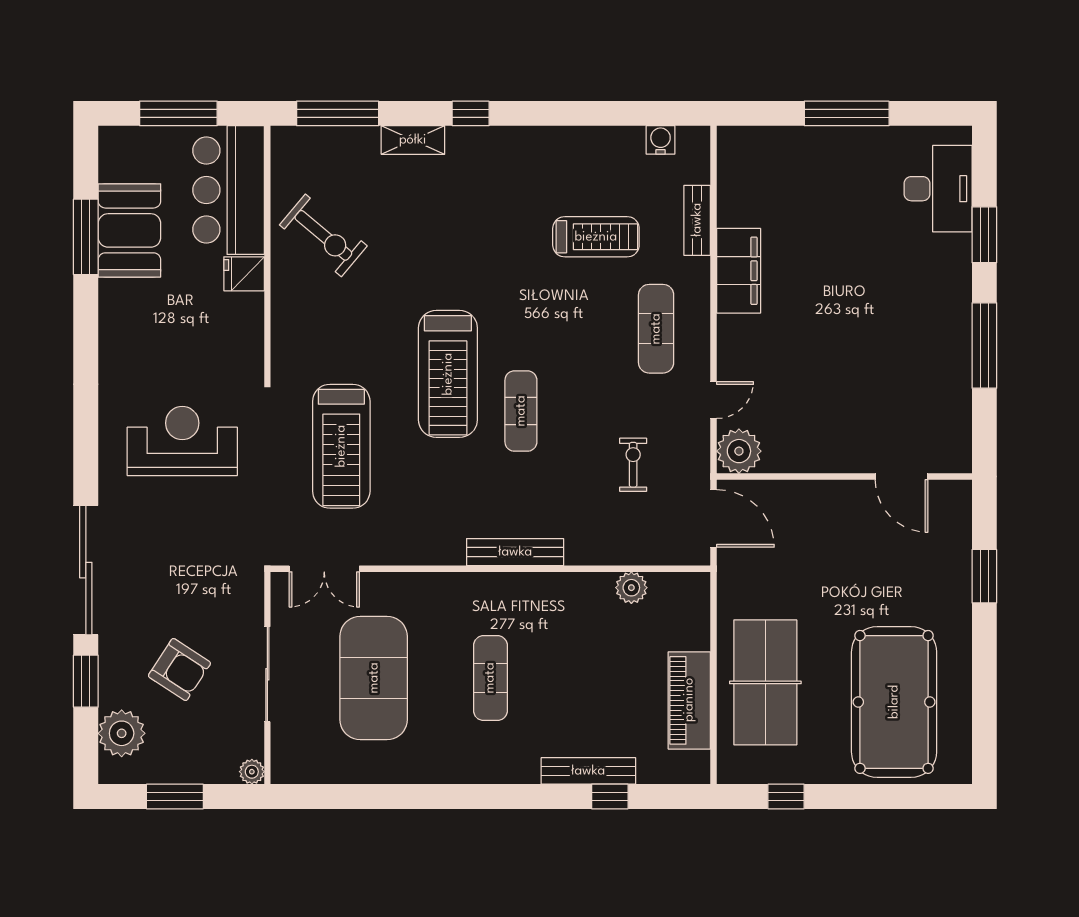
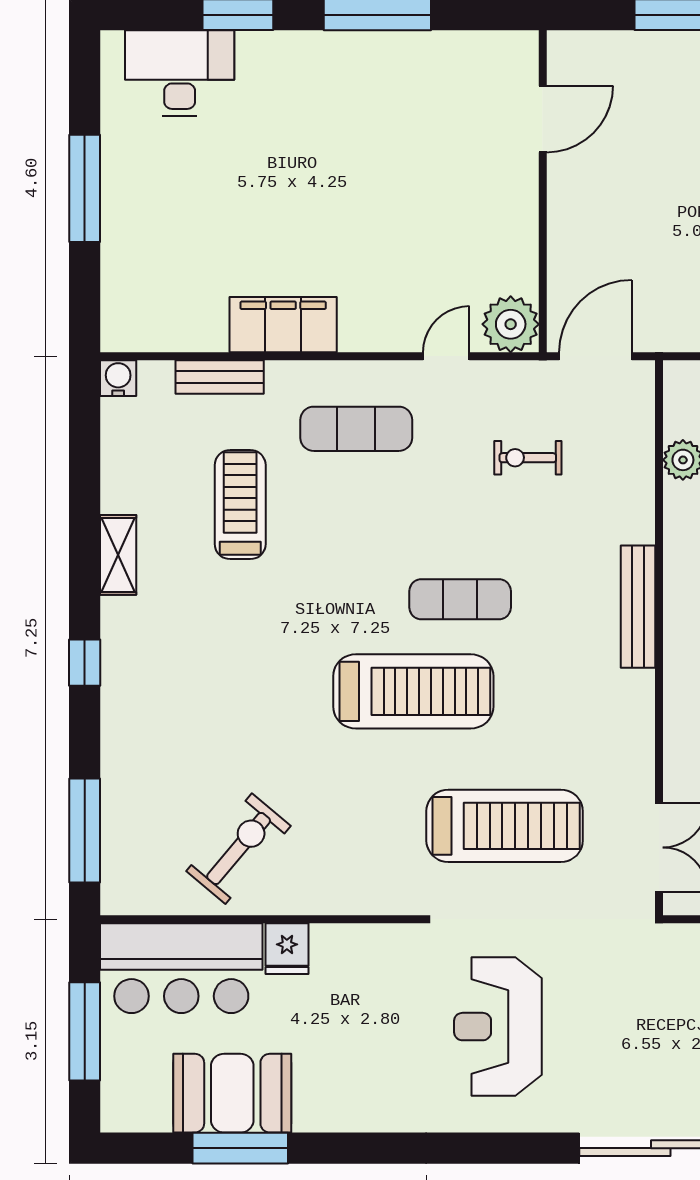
shelving: (413, 140) -> (118, 555), moved
water cooler: (661, 140) -> (118, 378), moved, turned 90
door: (714, 400) -> (446, 356), hinge flipped

